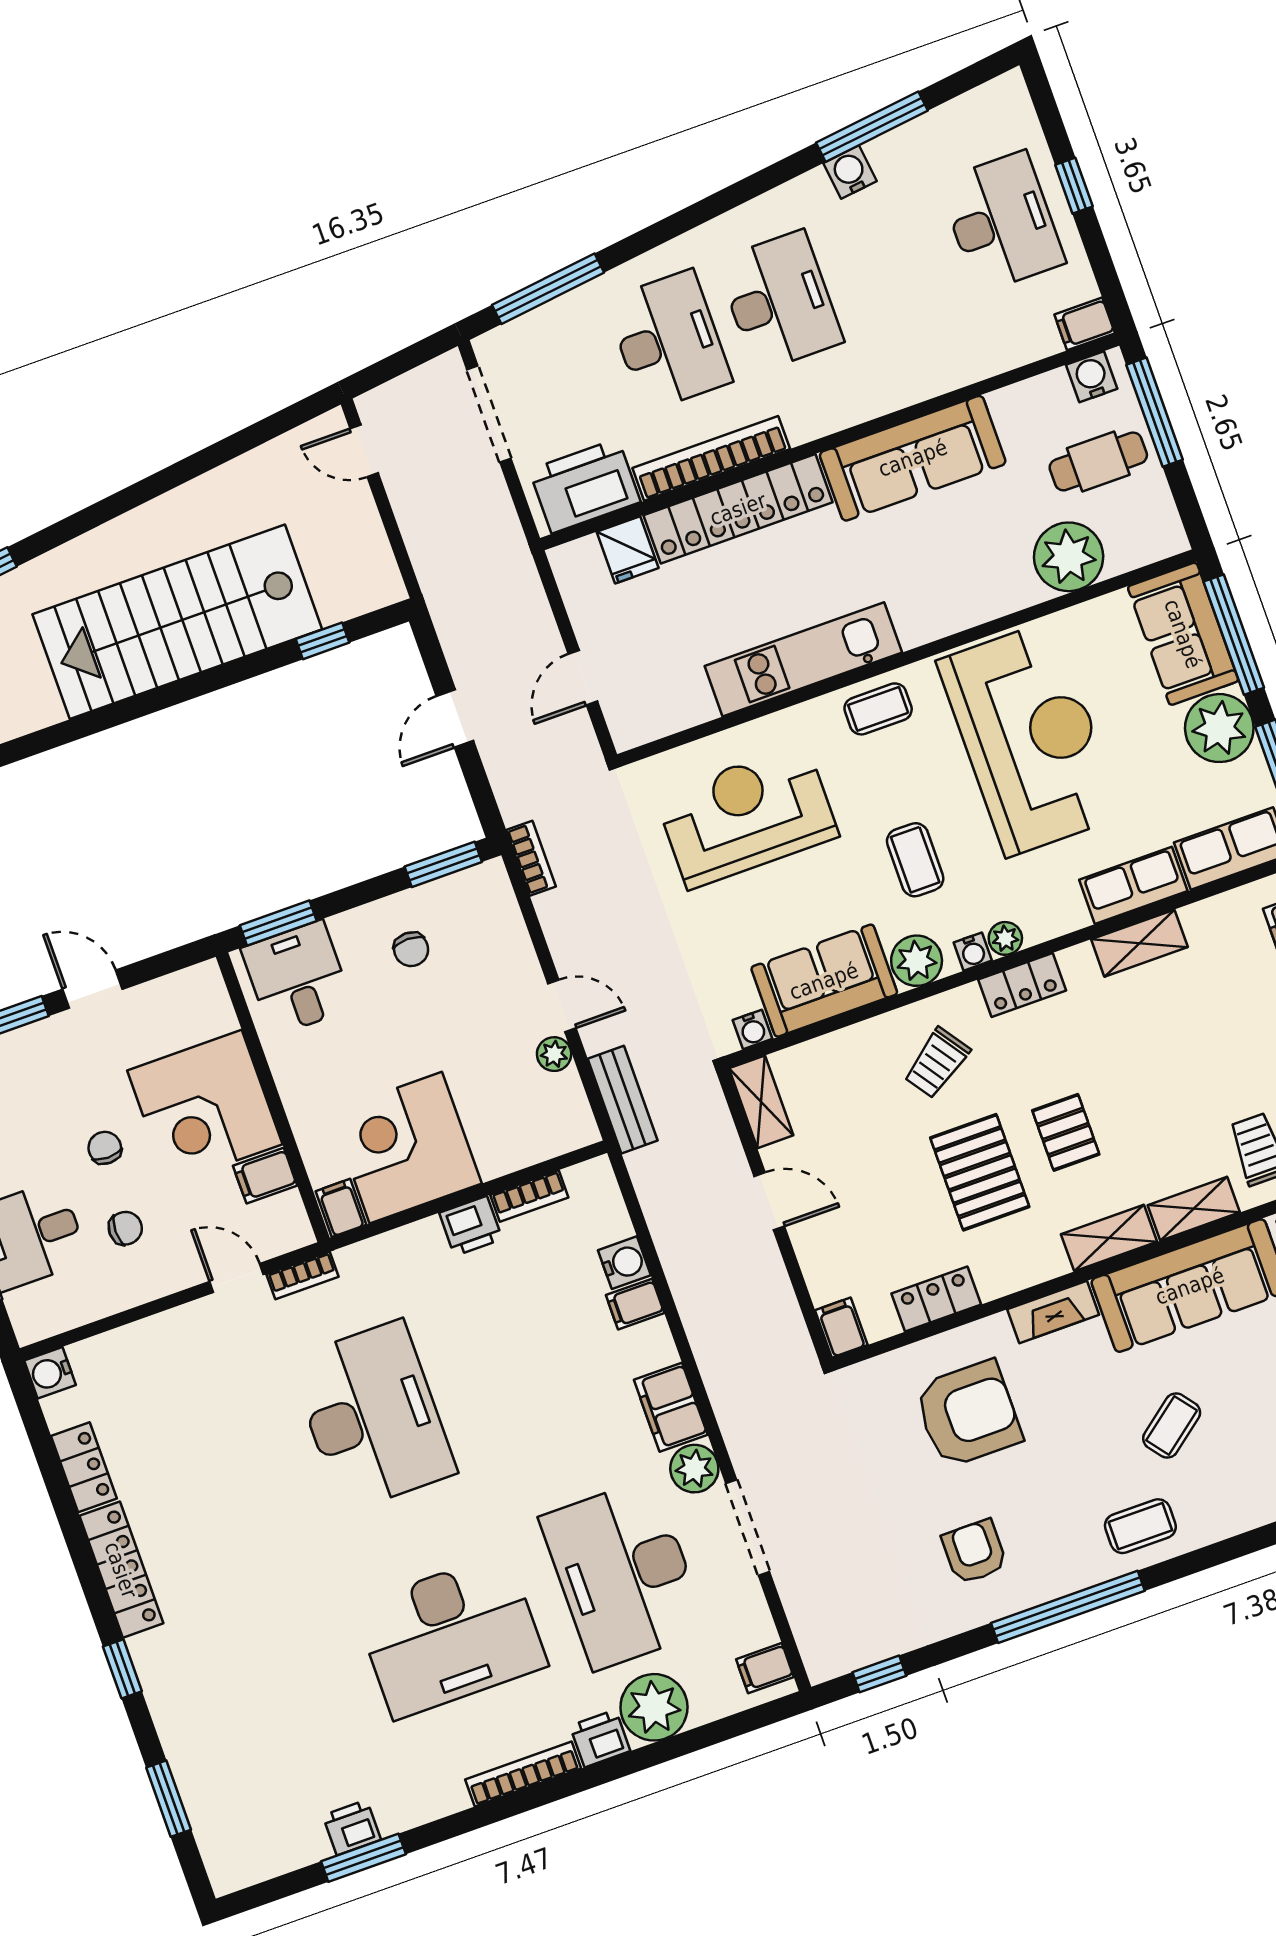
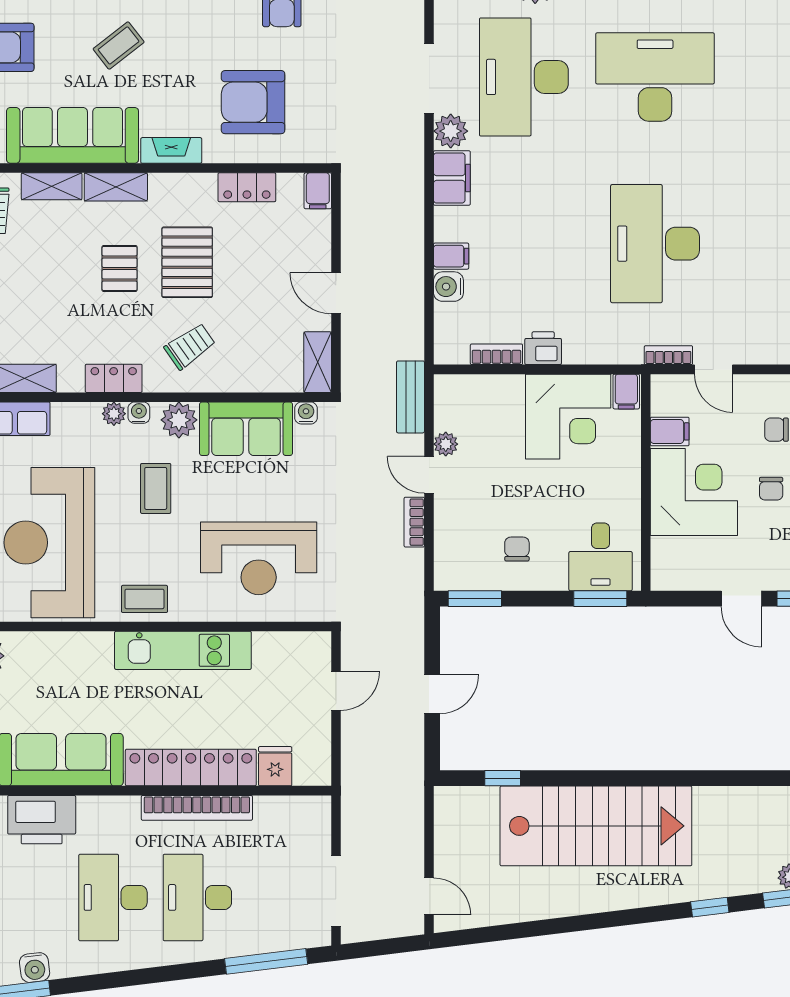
printer: (585, 486) -> (42, 820), moved
bookcase: (531, 858) -> (414, 522), moved
desk: (623, 1574) -> (524, 77), turned 180

